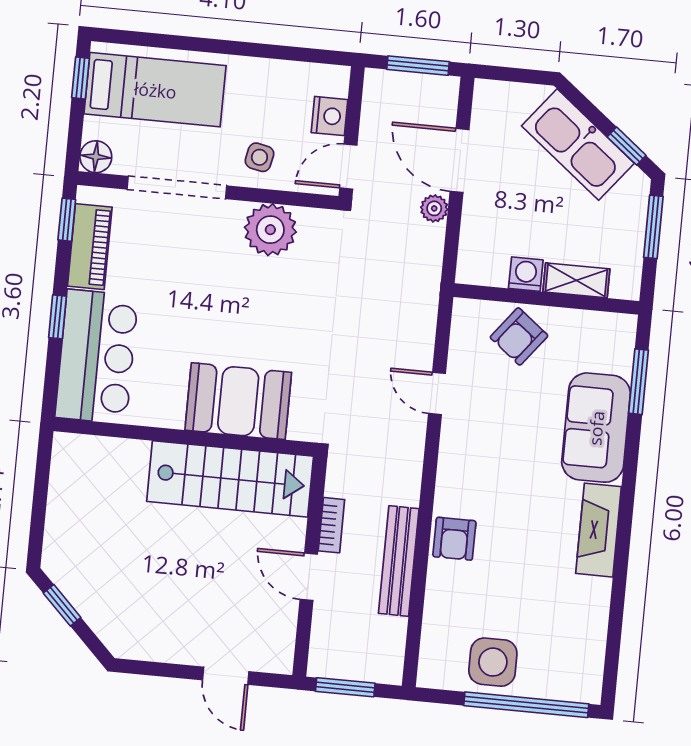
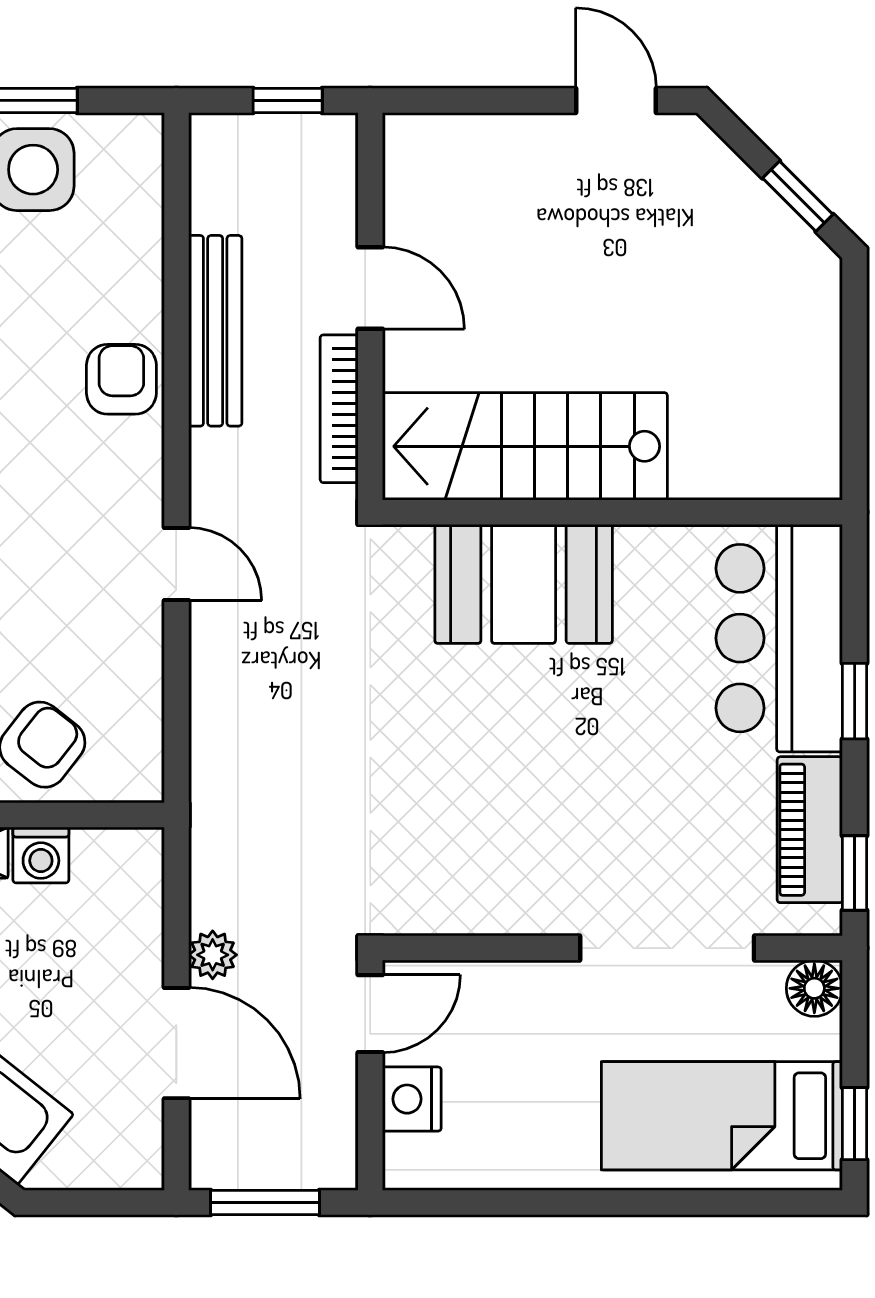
side table: (259, 157) -> (527, 1015), removed
plant: (270, 230) -> (496, 890), removed
door: (437, 393) -> (176, 564), moved
bookcase: (331, 525) -> (339, 409), width x1.56
door: (226, 676) -> (616, 100), moved
window: (345, 687) -> (288, 100), width x0.67

